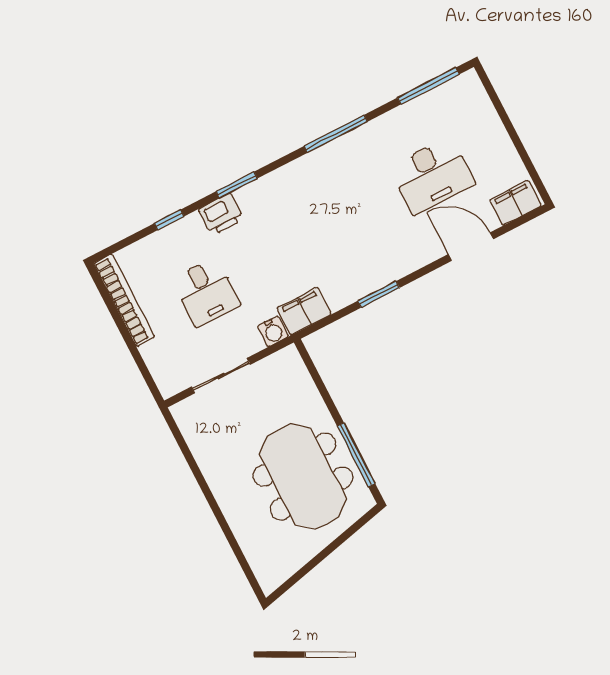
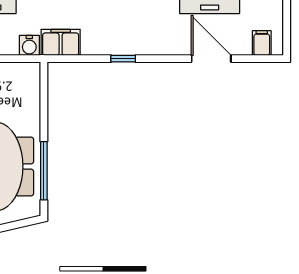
filing cabinet: (516, 203) -> (262, 43), width x0.50
window: (379, 294) -> (123, 59), width x0.67

